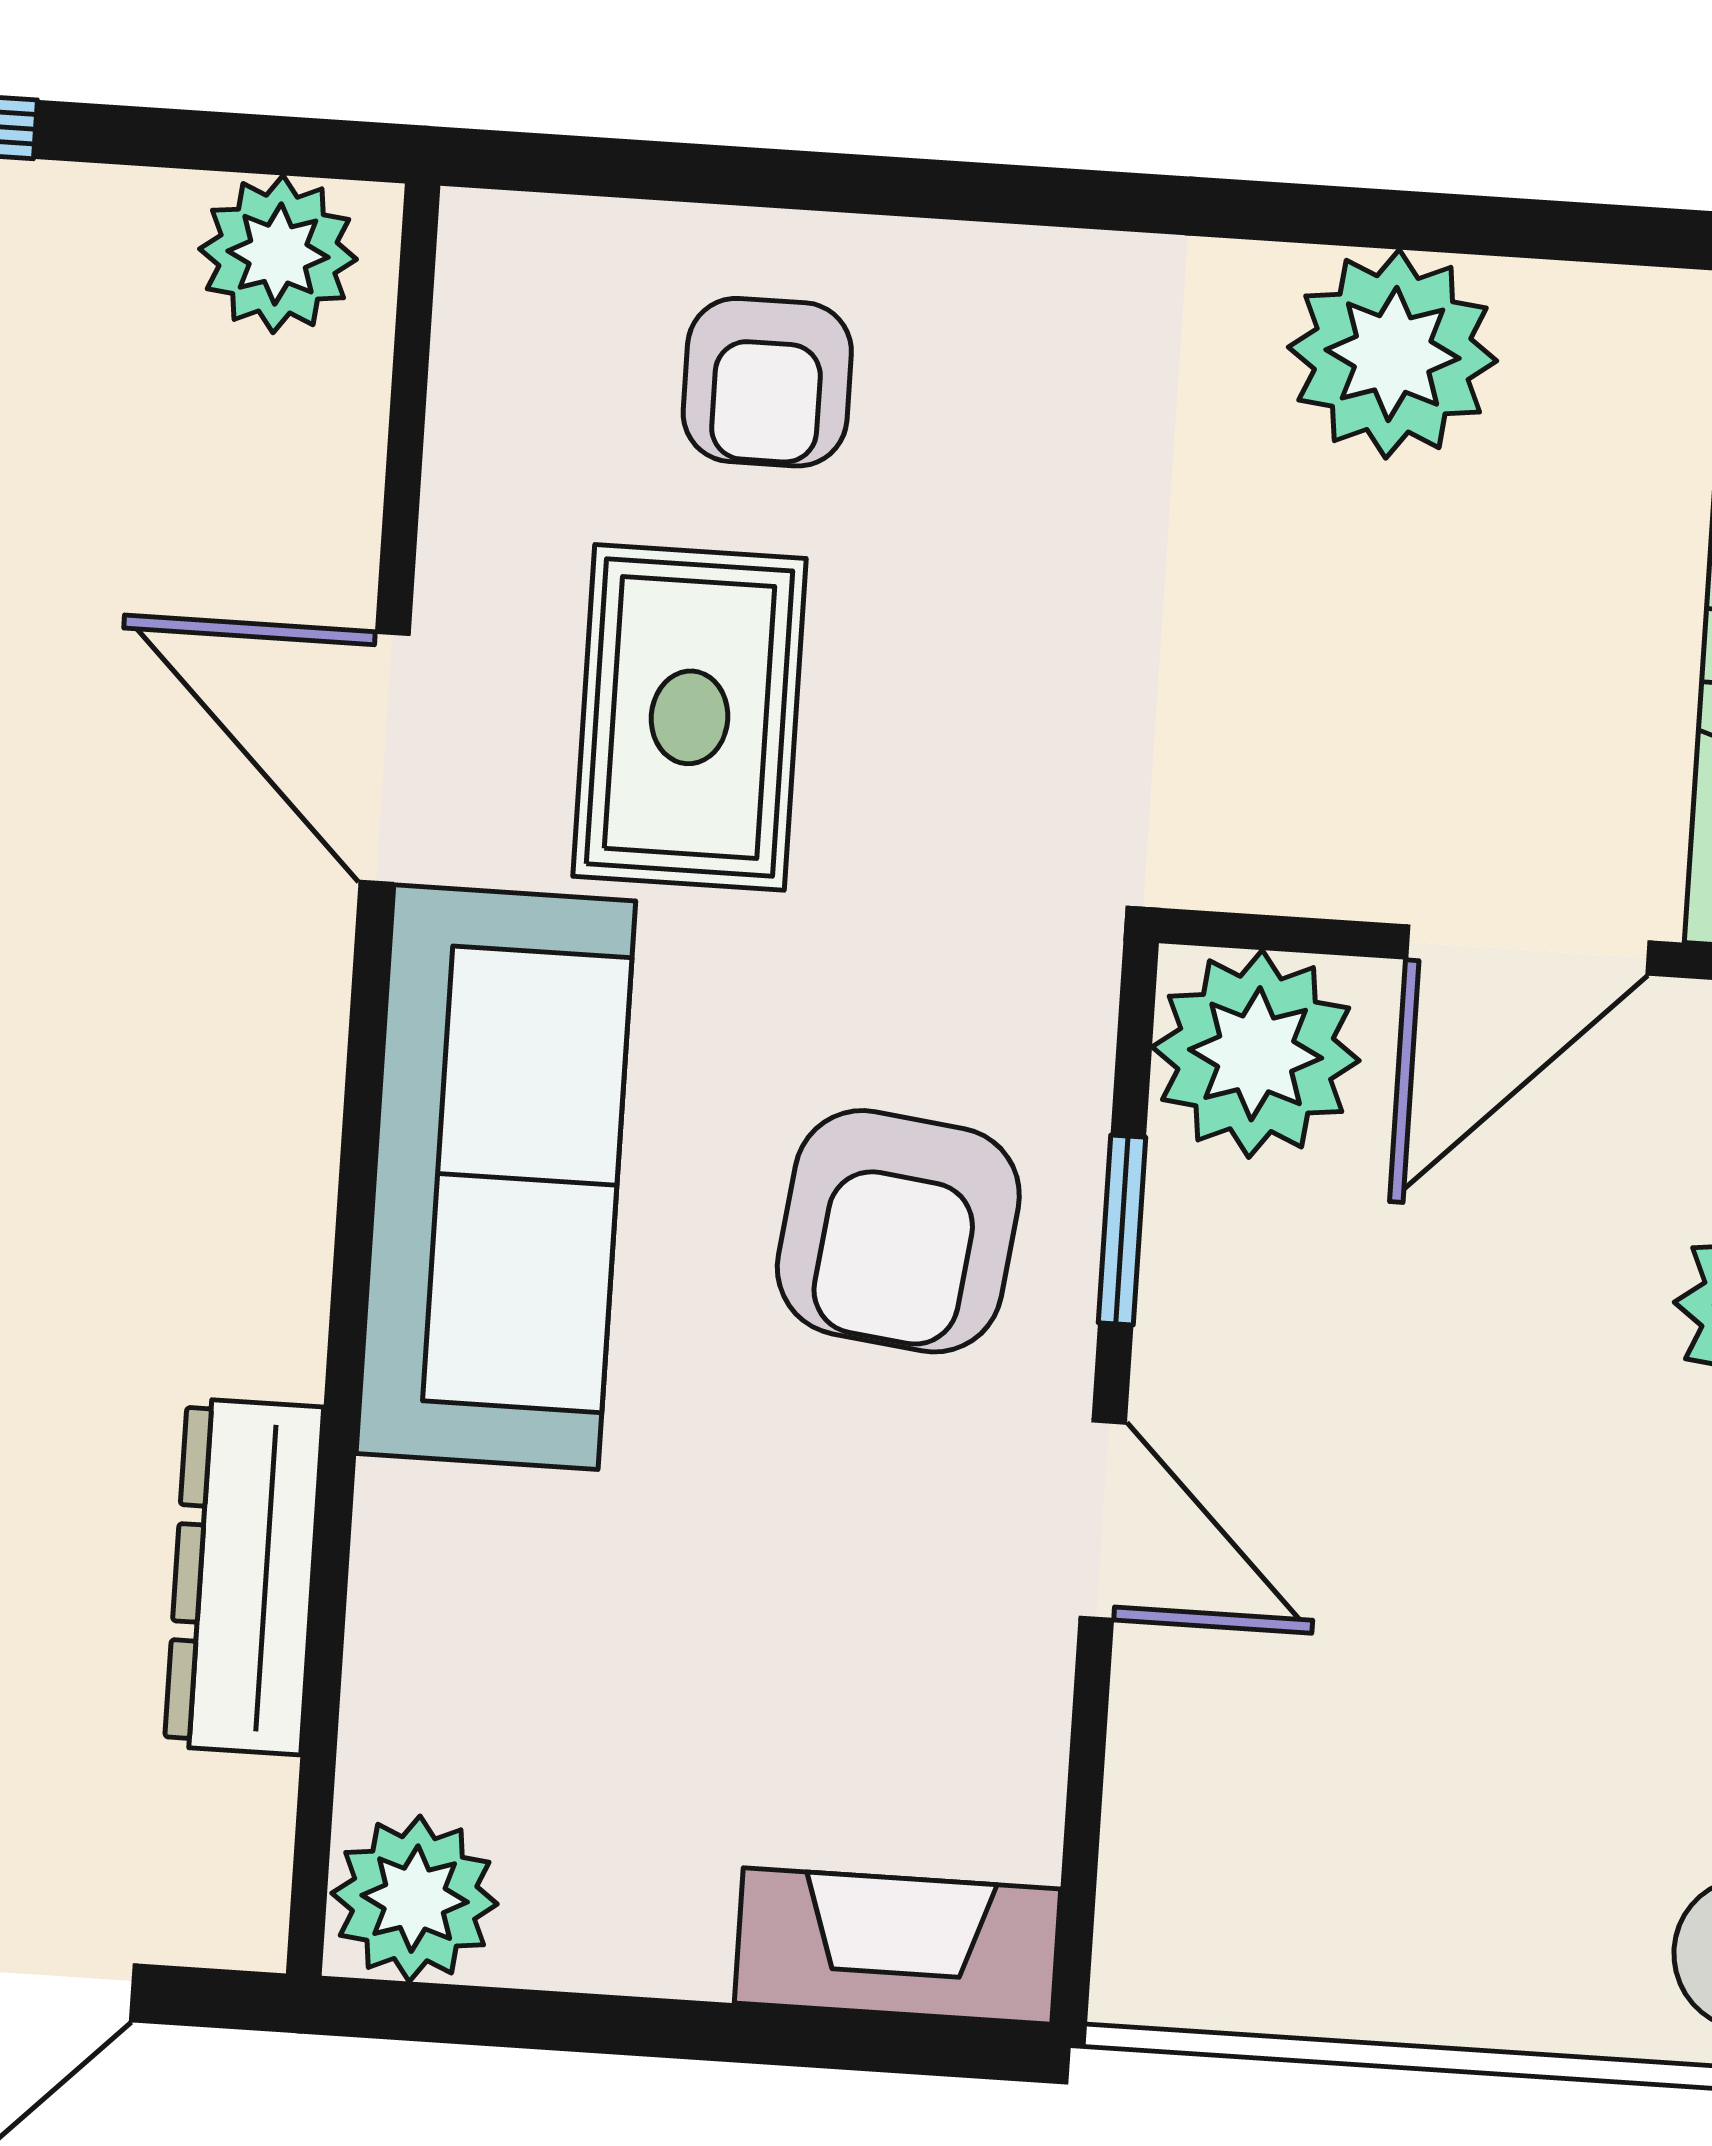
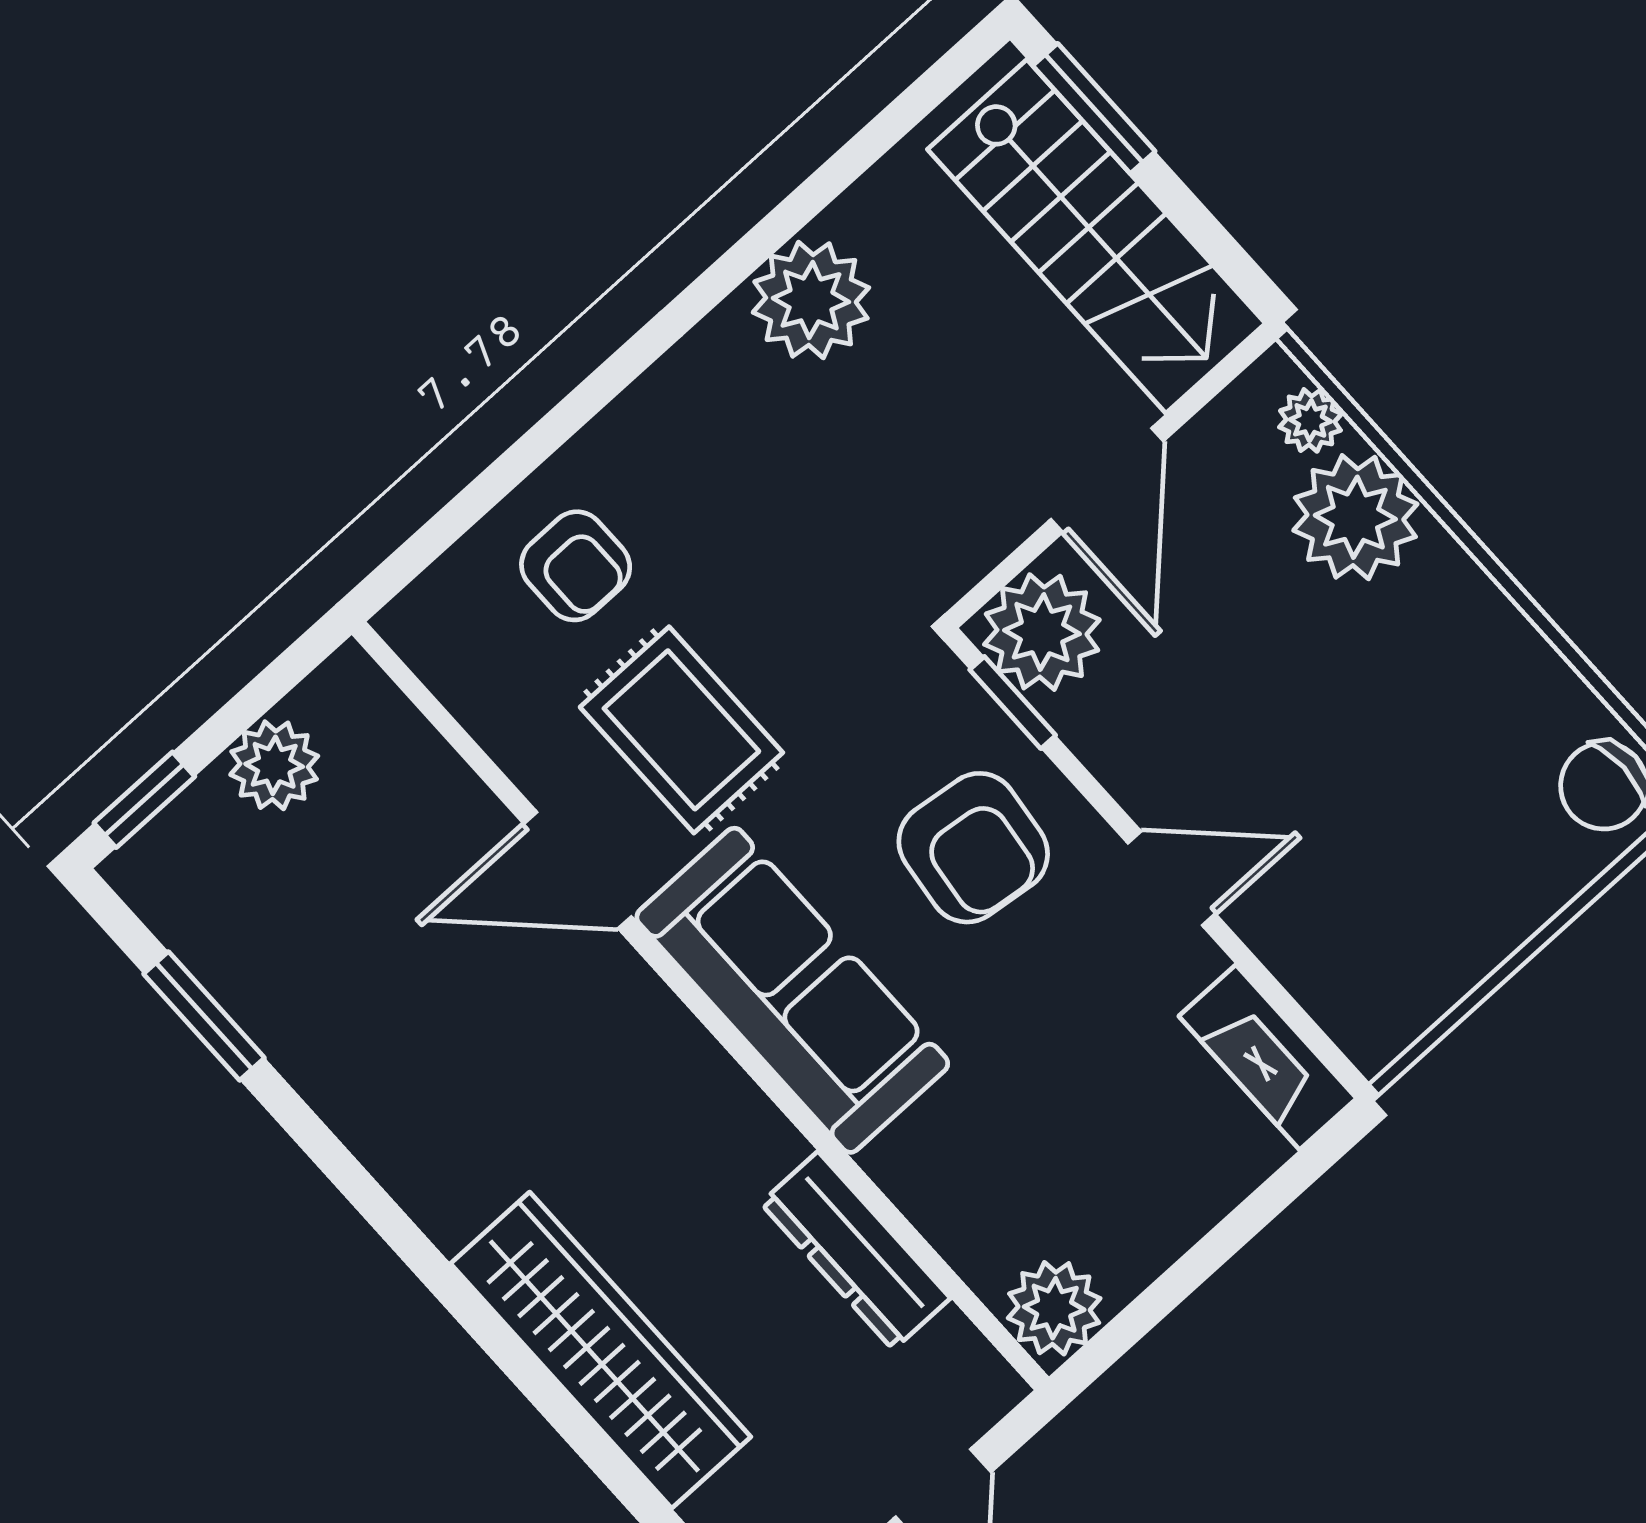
plant: (278, 254) -> (274, 765), moved
window: (1122, 1230) -> (1013, 703), moved
fireplace: (897, 1946) -> (1268, 1057), moved, turned -90

